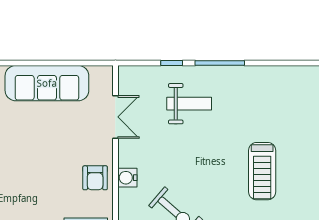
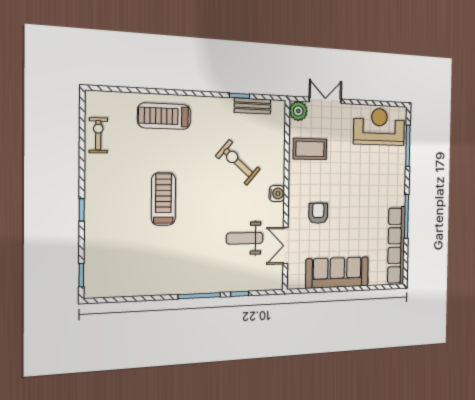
weight bench: (189, 104) -> (245, 238), moved
armchair: (95, 178) -> (318, 213), moved

